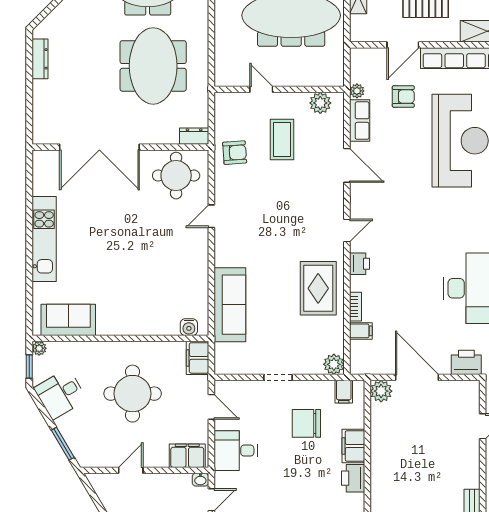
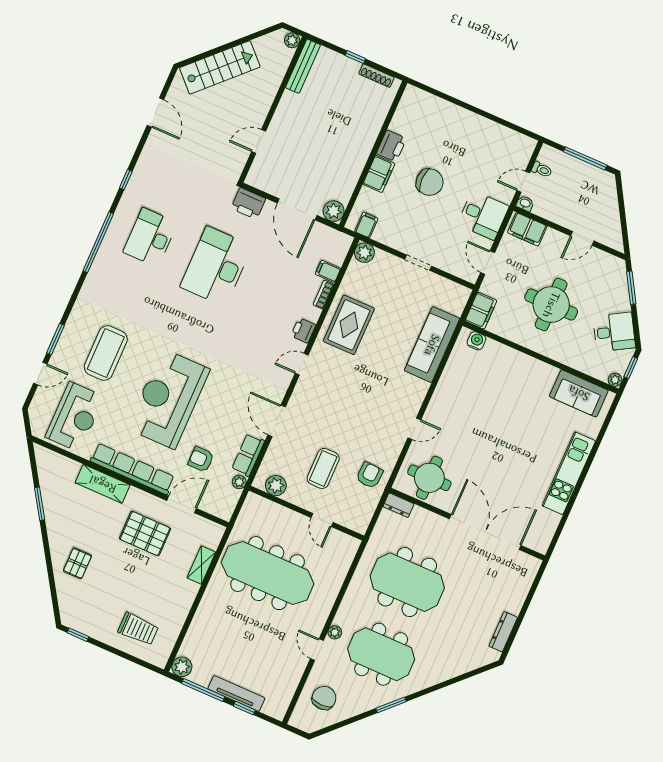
meeting table: (153, 66) -> (407, 582), turned 90
armchair: (235, 153) -> (370, 475), turned 97
chair: (306, 423) -> (430, 182), moved

